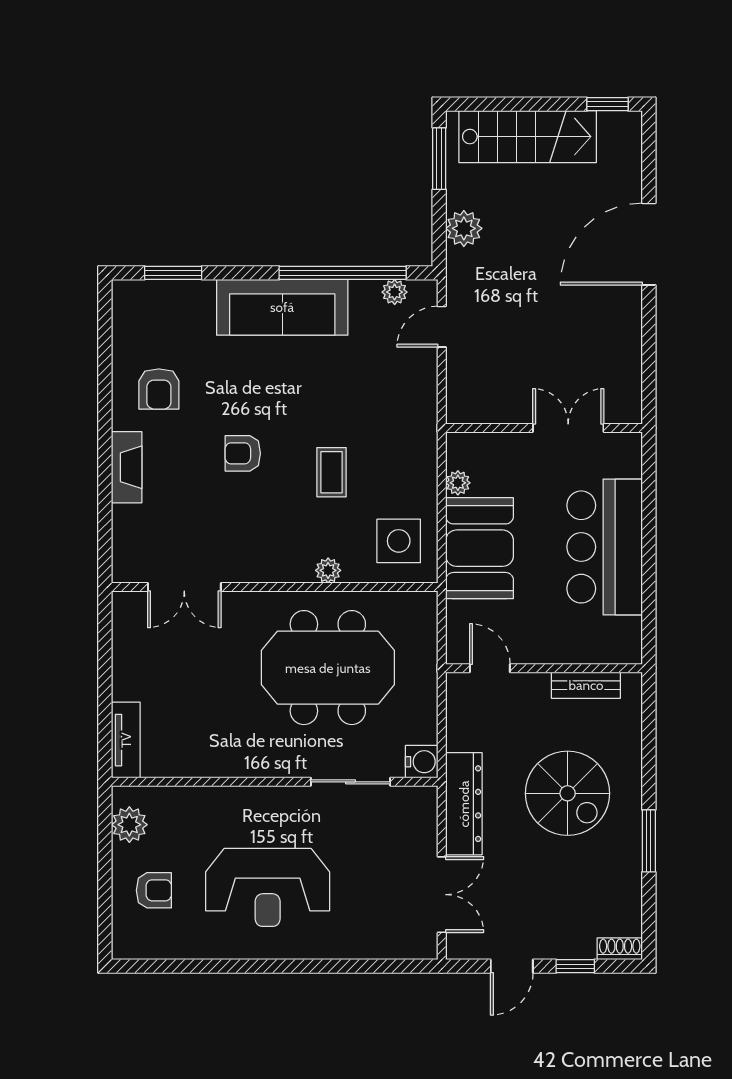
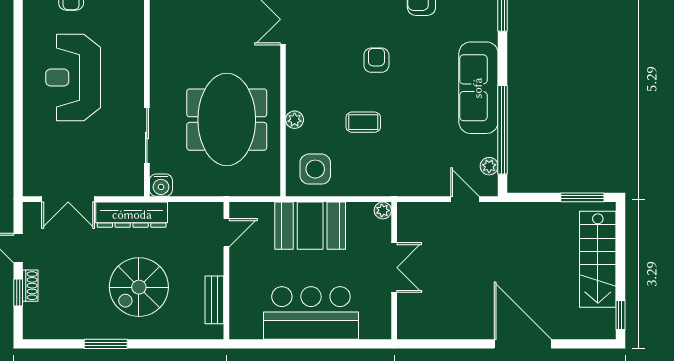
plant: (464, 228) -> (534, 215), removed
double door: (568, 428) -> (394, 268), moved
plant: (458, 483) -> (383, 210), moved
shoe rack: (620, 949) -> (30, 286), moved

